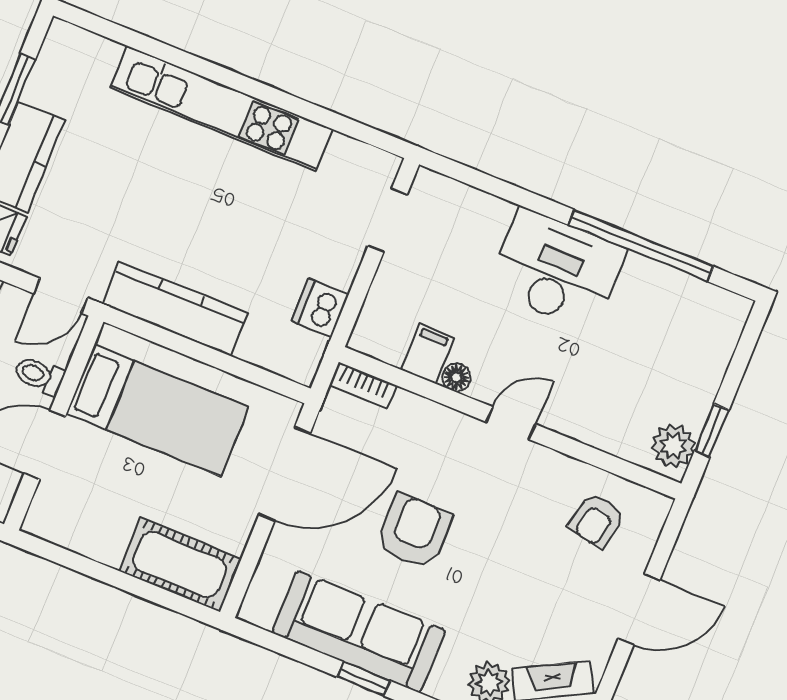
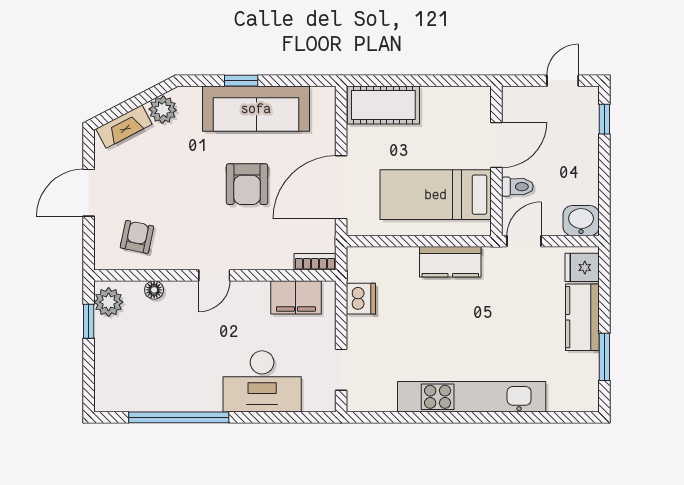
desk: (557, 270) -> (262, 381), moved
kitchen counter: (175, 309) -> (450, 262), width x0.67
filing cabinet: (427, 353) -> (296, 297), width x2.00
floor lamp: (456, 377) -> (154, 290), moved

